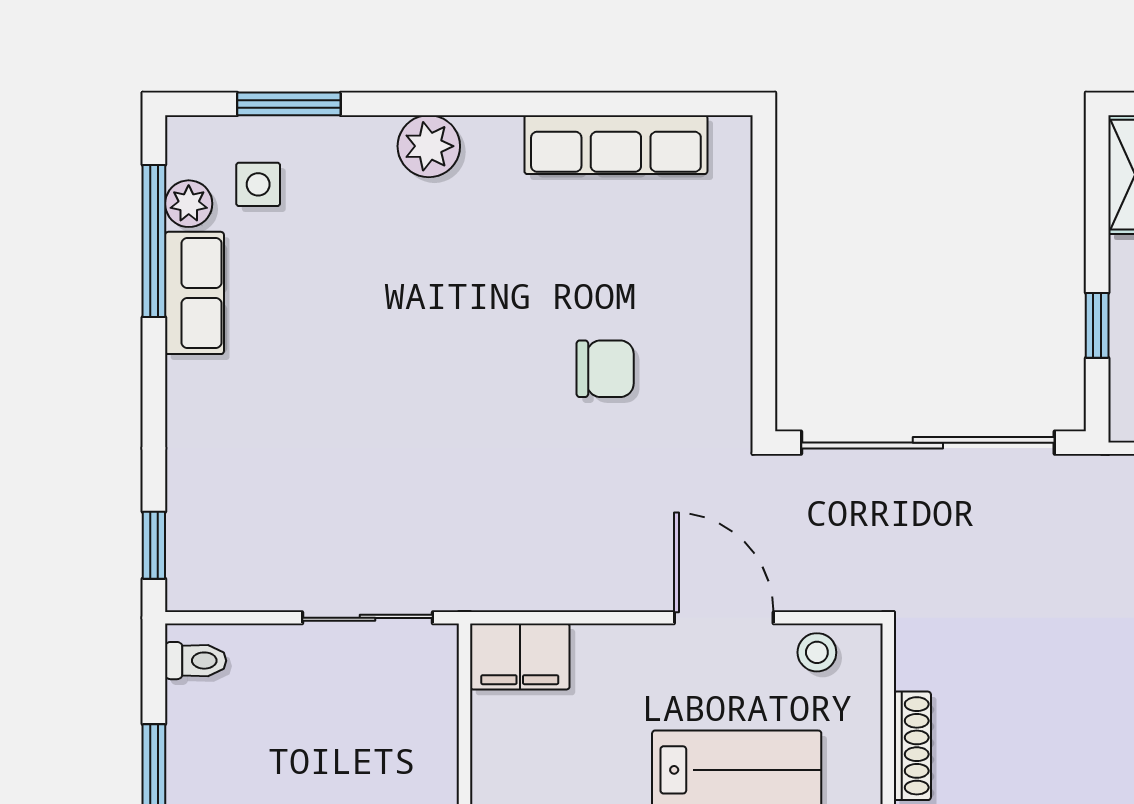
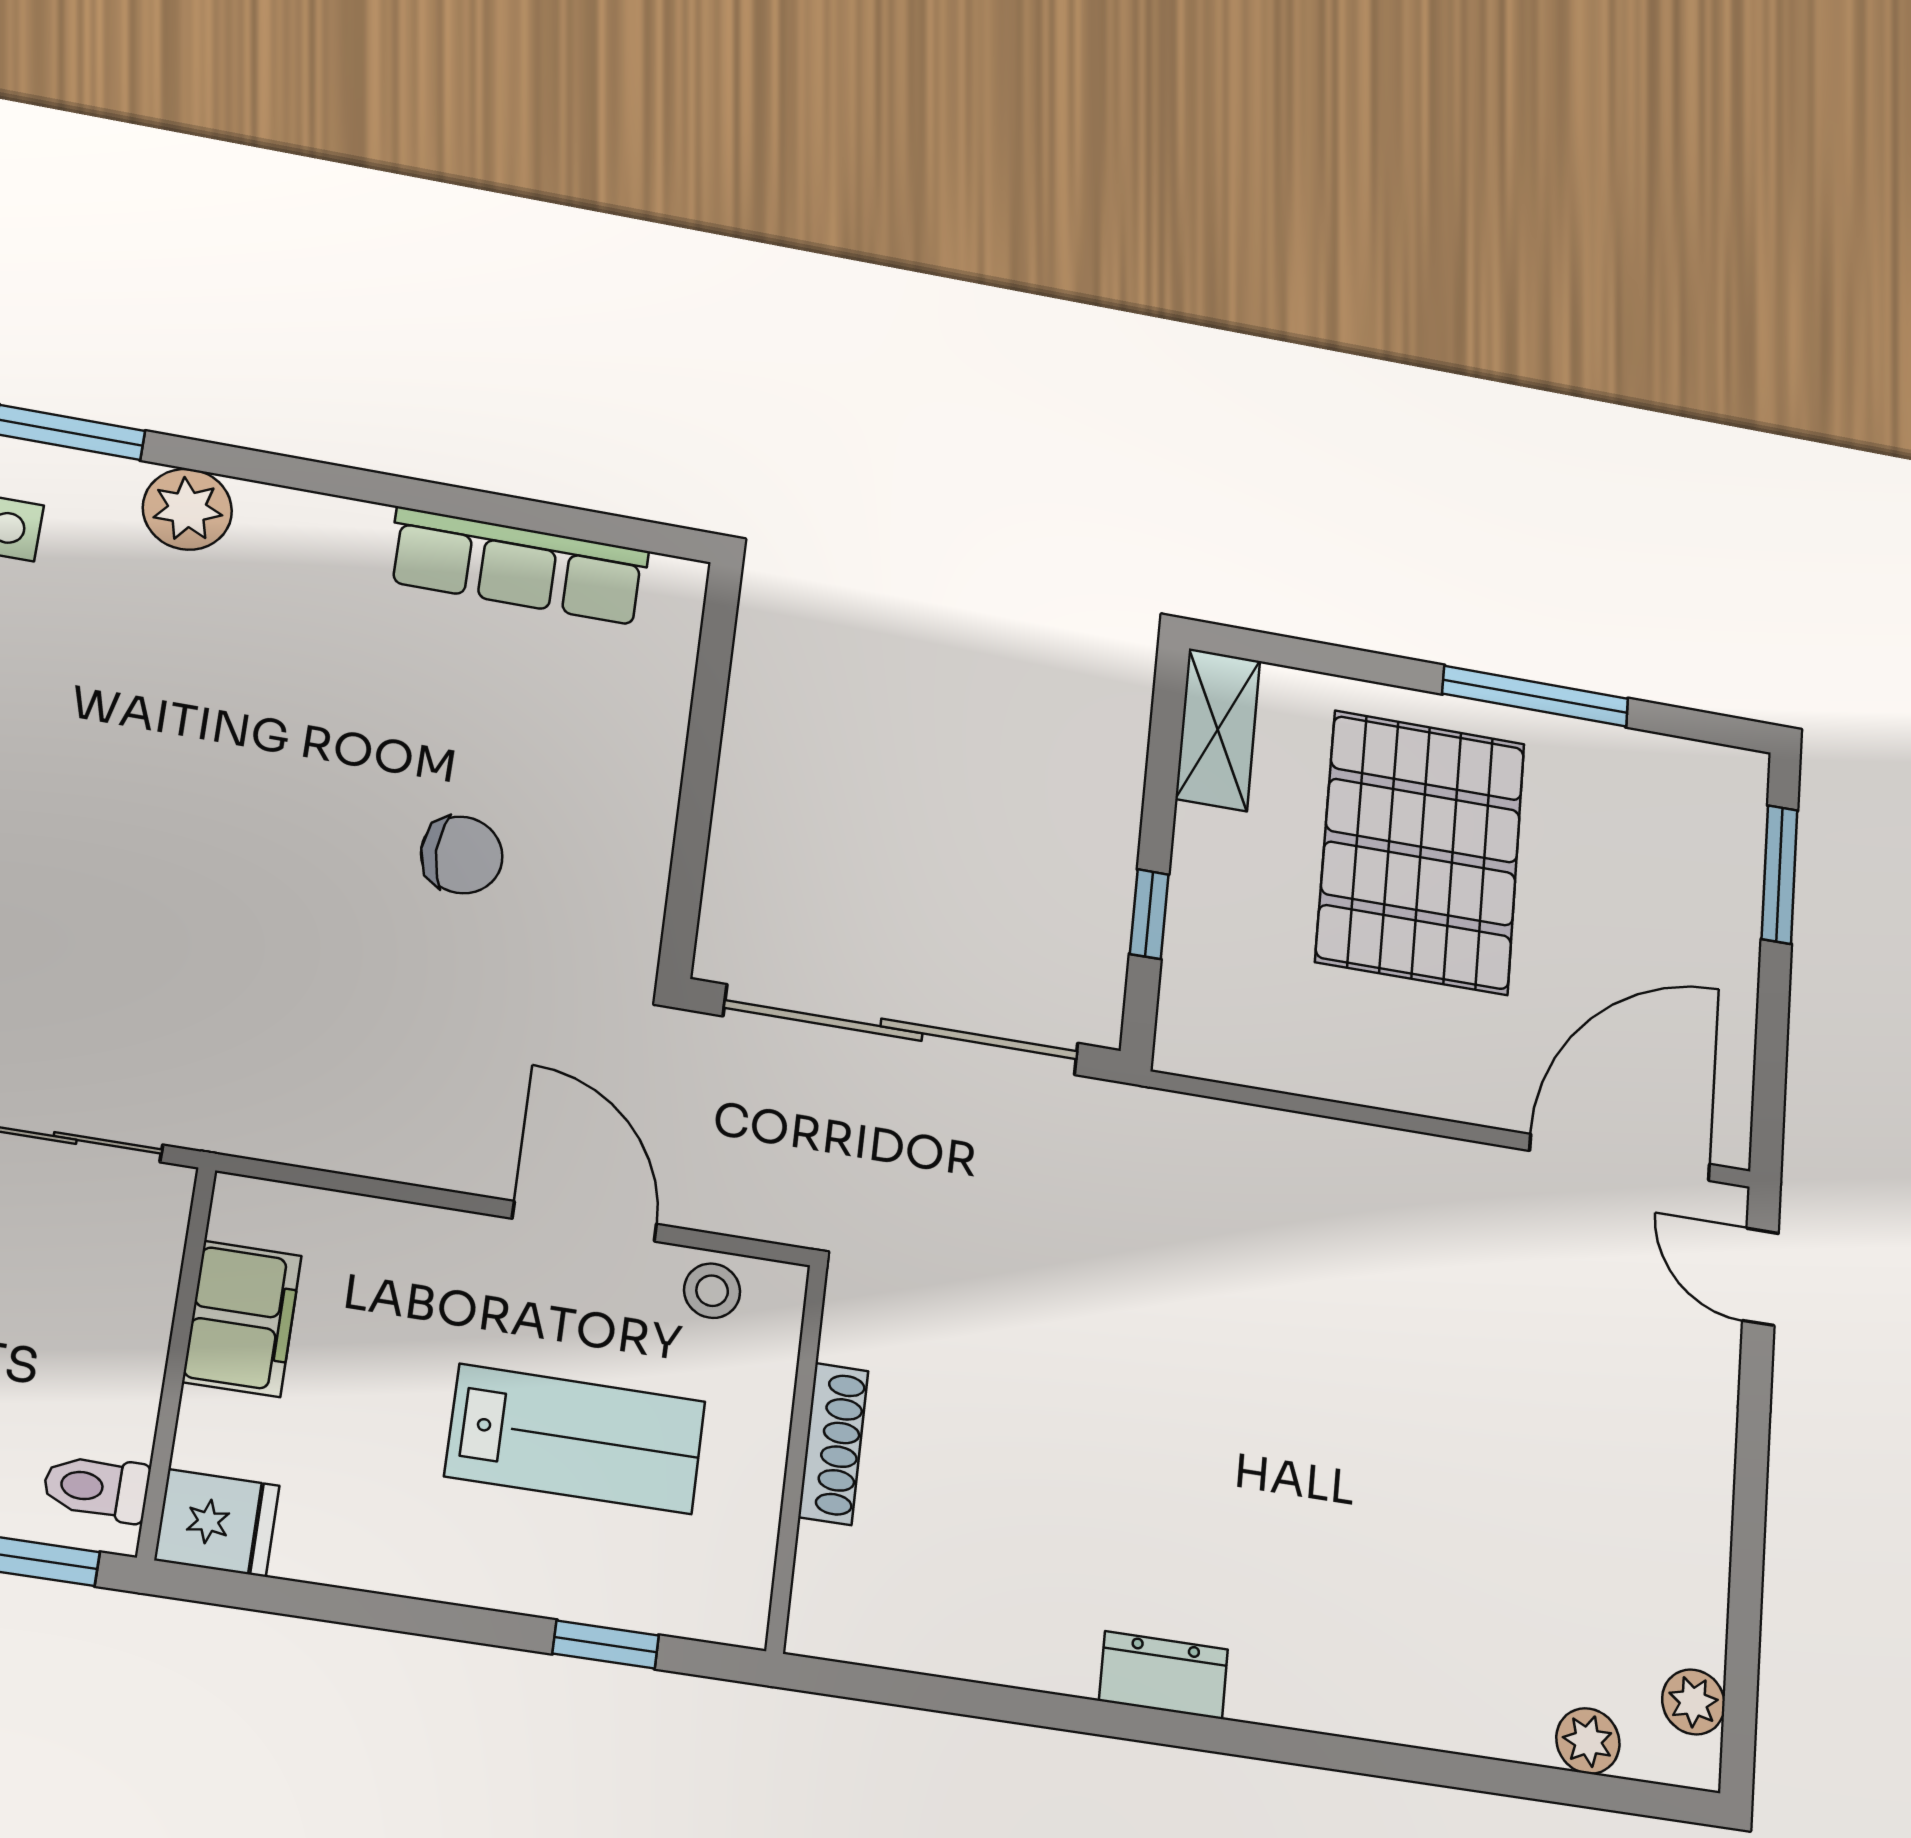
plant: (429, 146) -> (187, 509), moved
filing cabinet: (520, 656) -> (242, 1319), moved, turned -90

